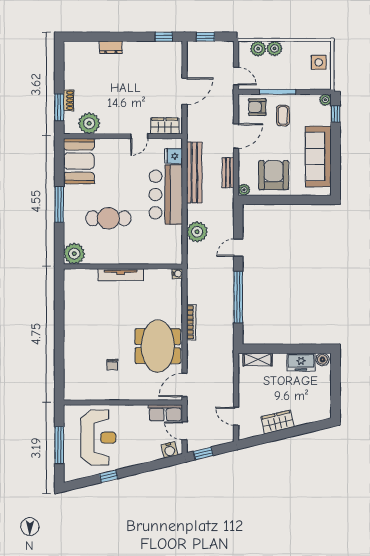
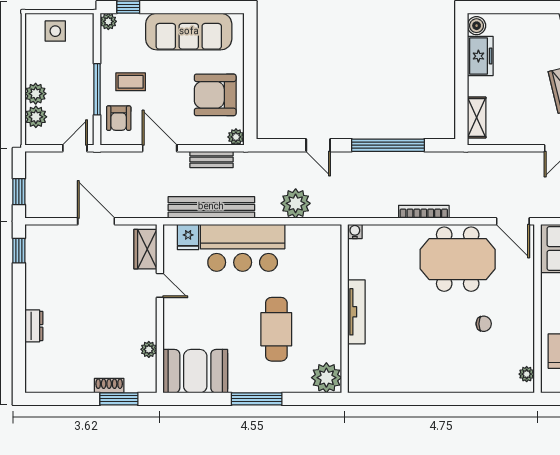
plant: (89, 123) -> (149, 349), width x0.53, depth x0.53
plant: (77, 395) -> (527, 374), added

